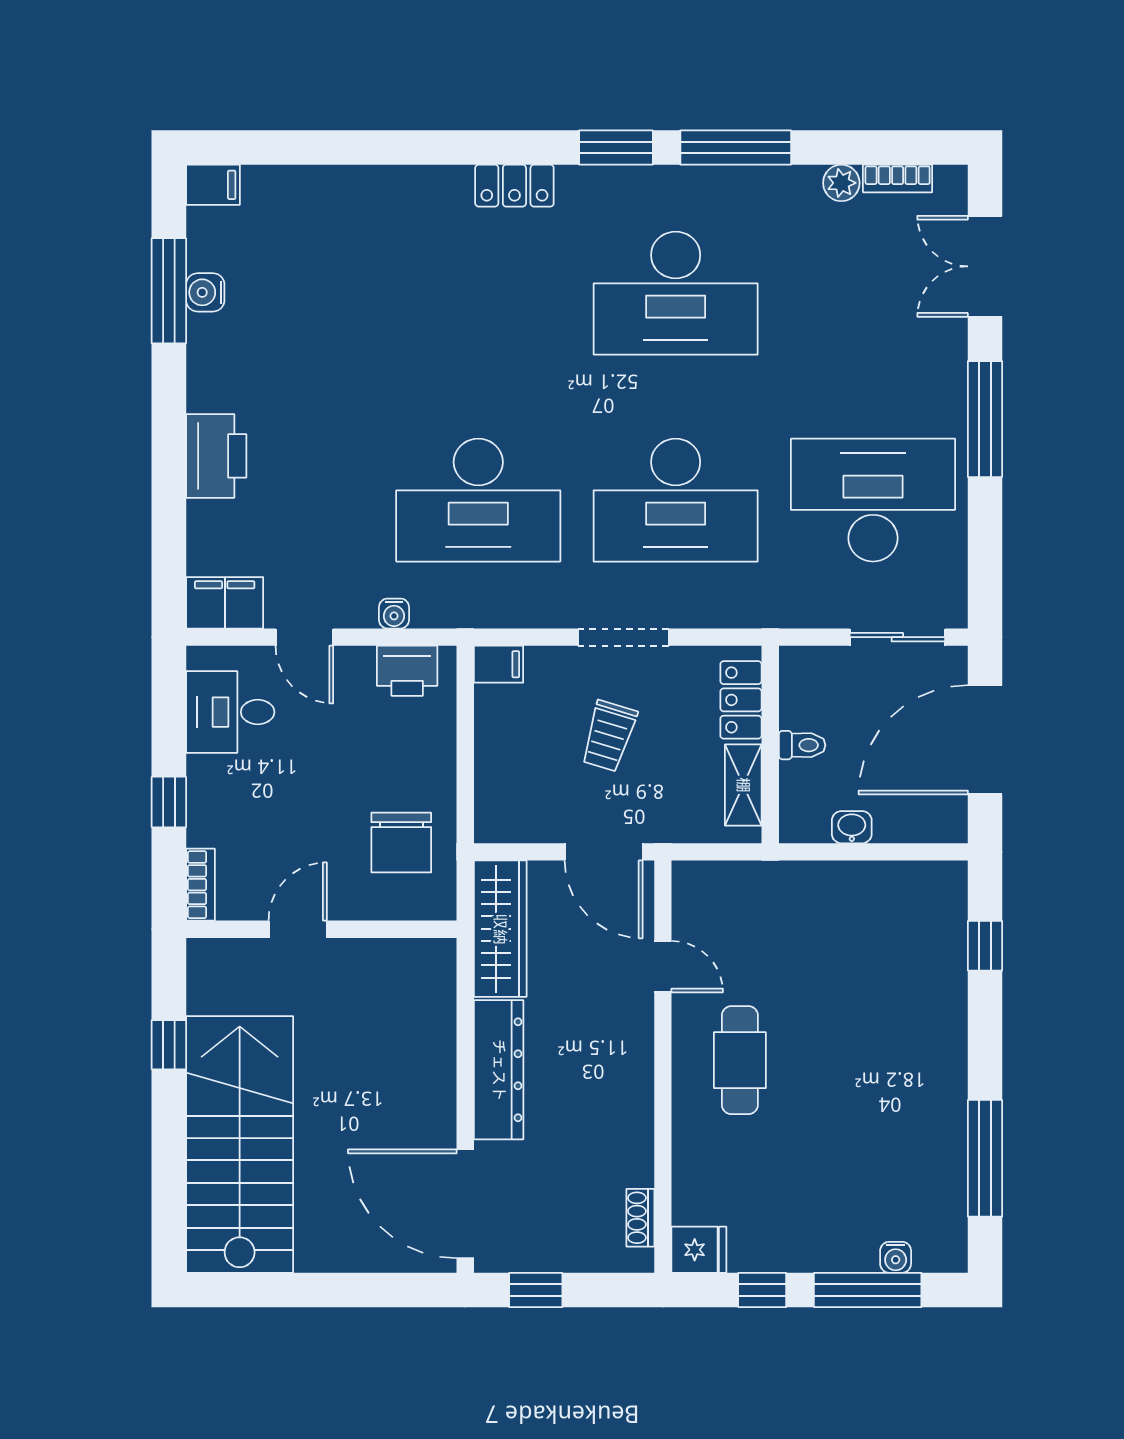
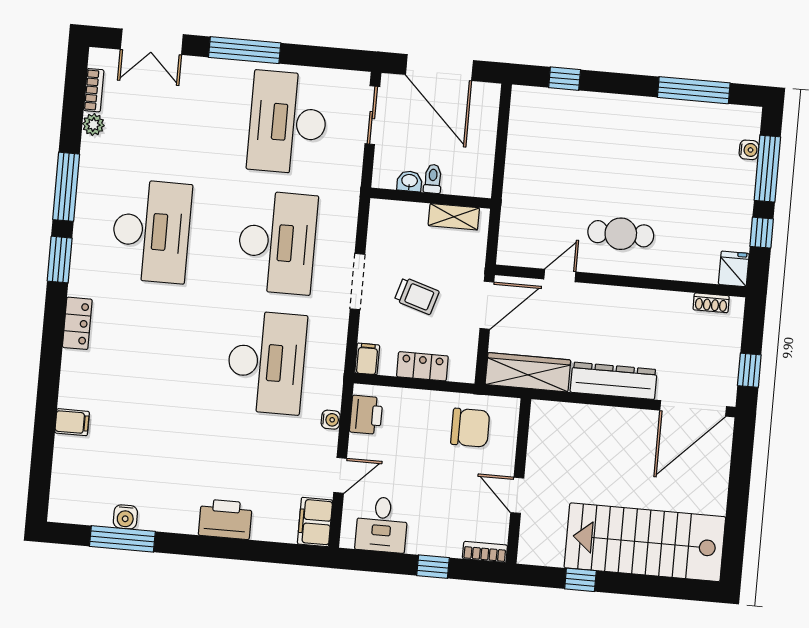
filing cabinet: (213, 185) -> (72, 422), moved, turned 90
locker: (741, 700) -> (422, 366), moved, turned 180
washbasin: (852, 827) -> (409, 181), moved, turned 90

